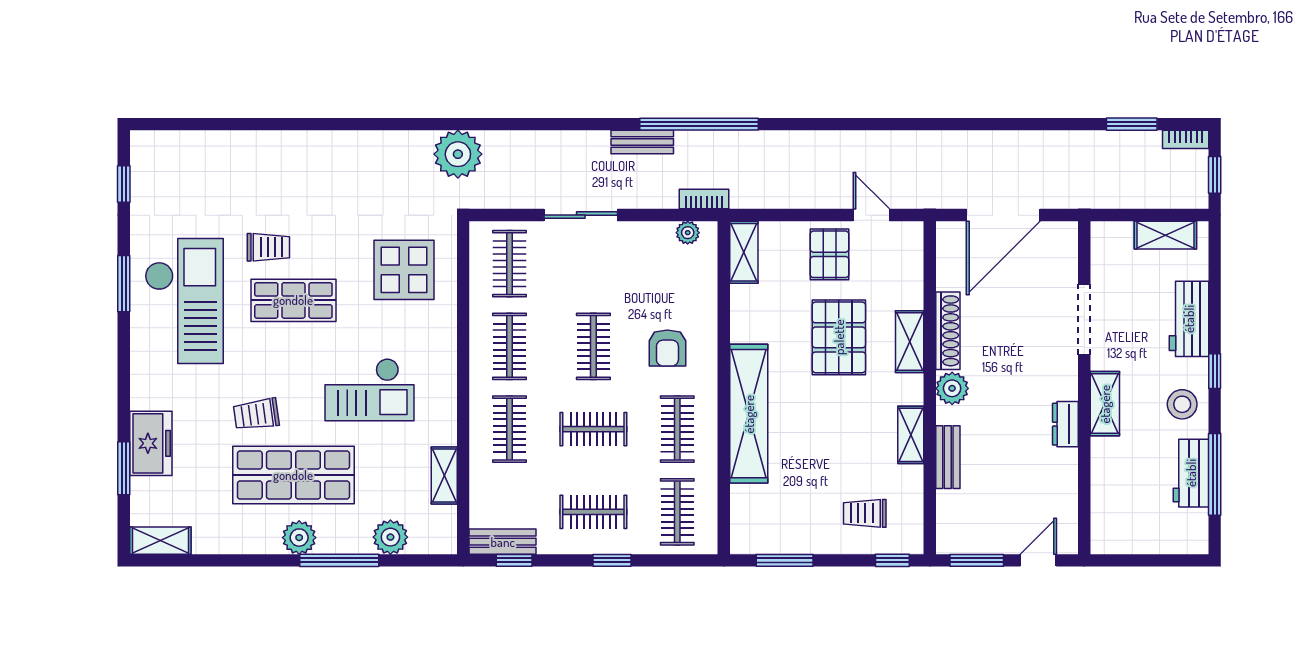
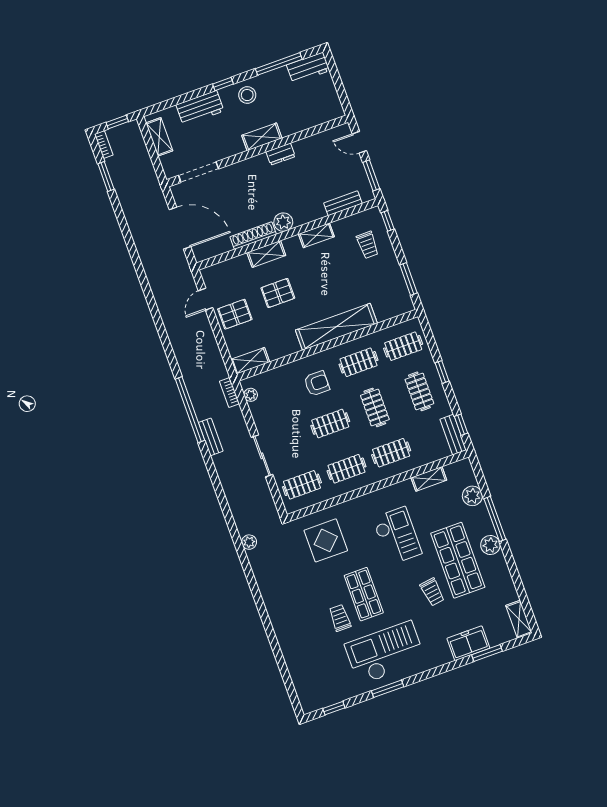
plant: (458, 154) -> (249, 542), width x0.53, depth x0.53
doorway: (1084, 320) -> (199, 172), moved
pallet: (839, 337) -> (278, 293), width x0.67, depth x0.71
bench: (948, 457) -> (343, 203), moved
workbench: (1191, 473) -> (308, 68), moved

